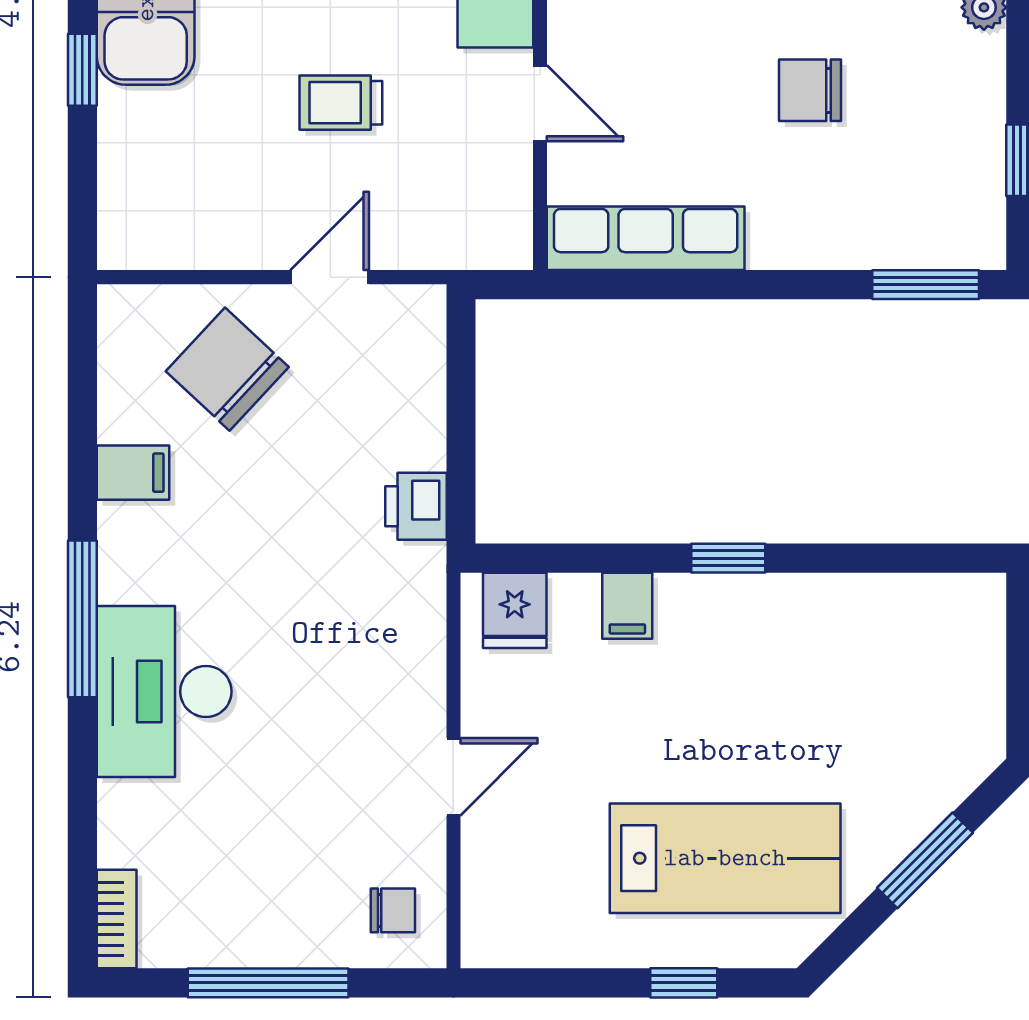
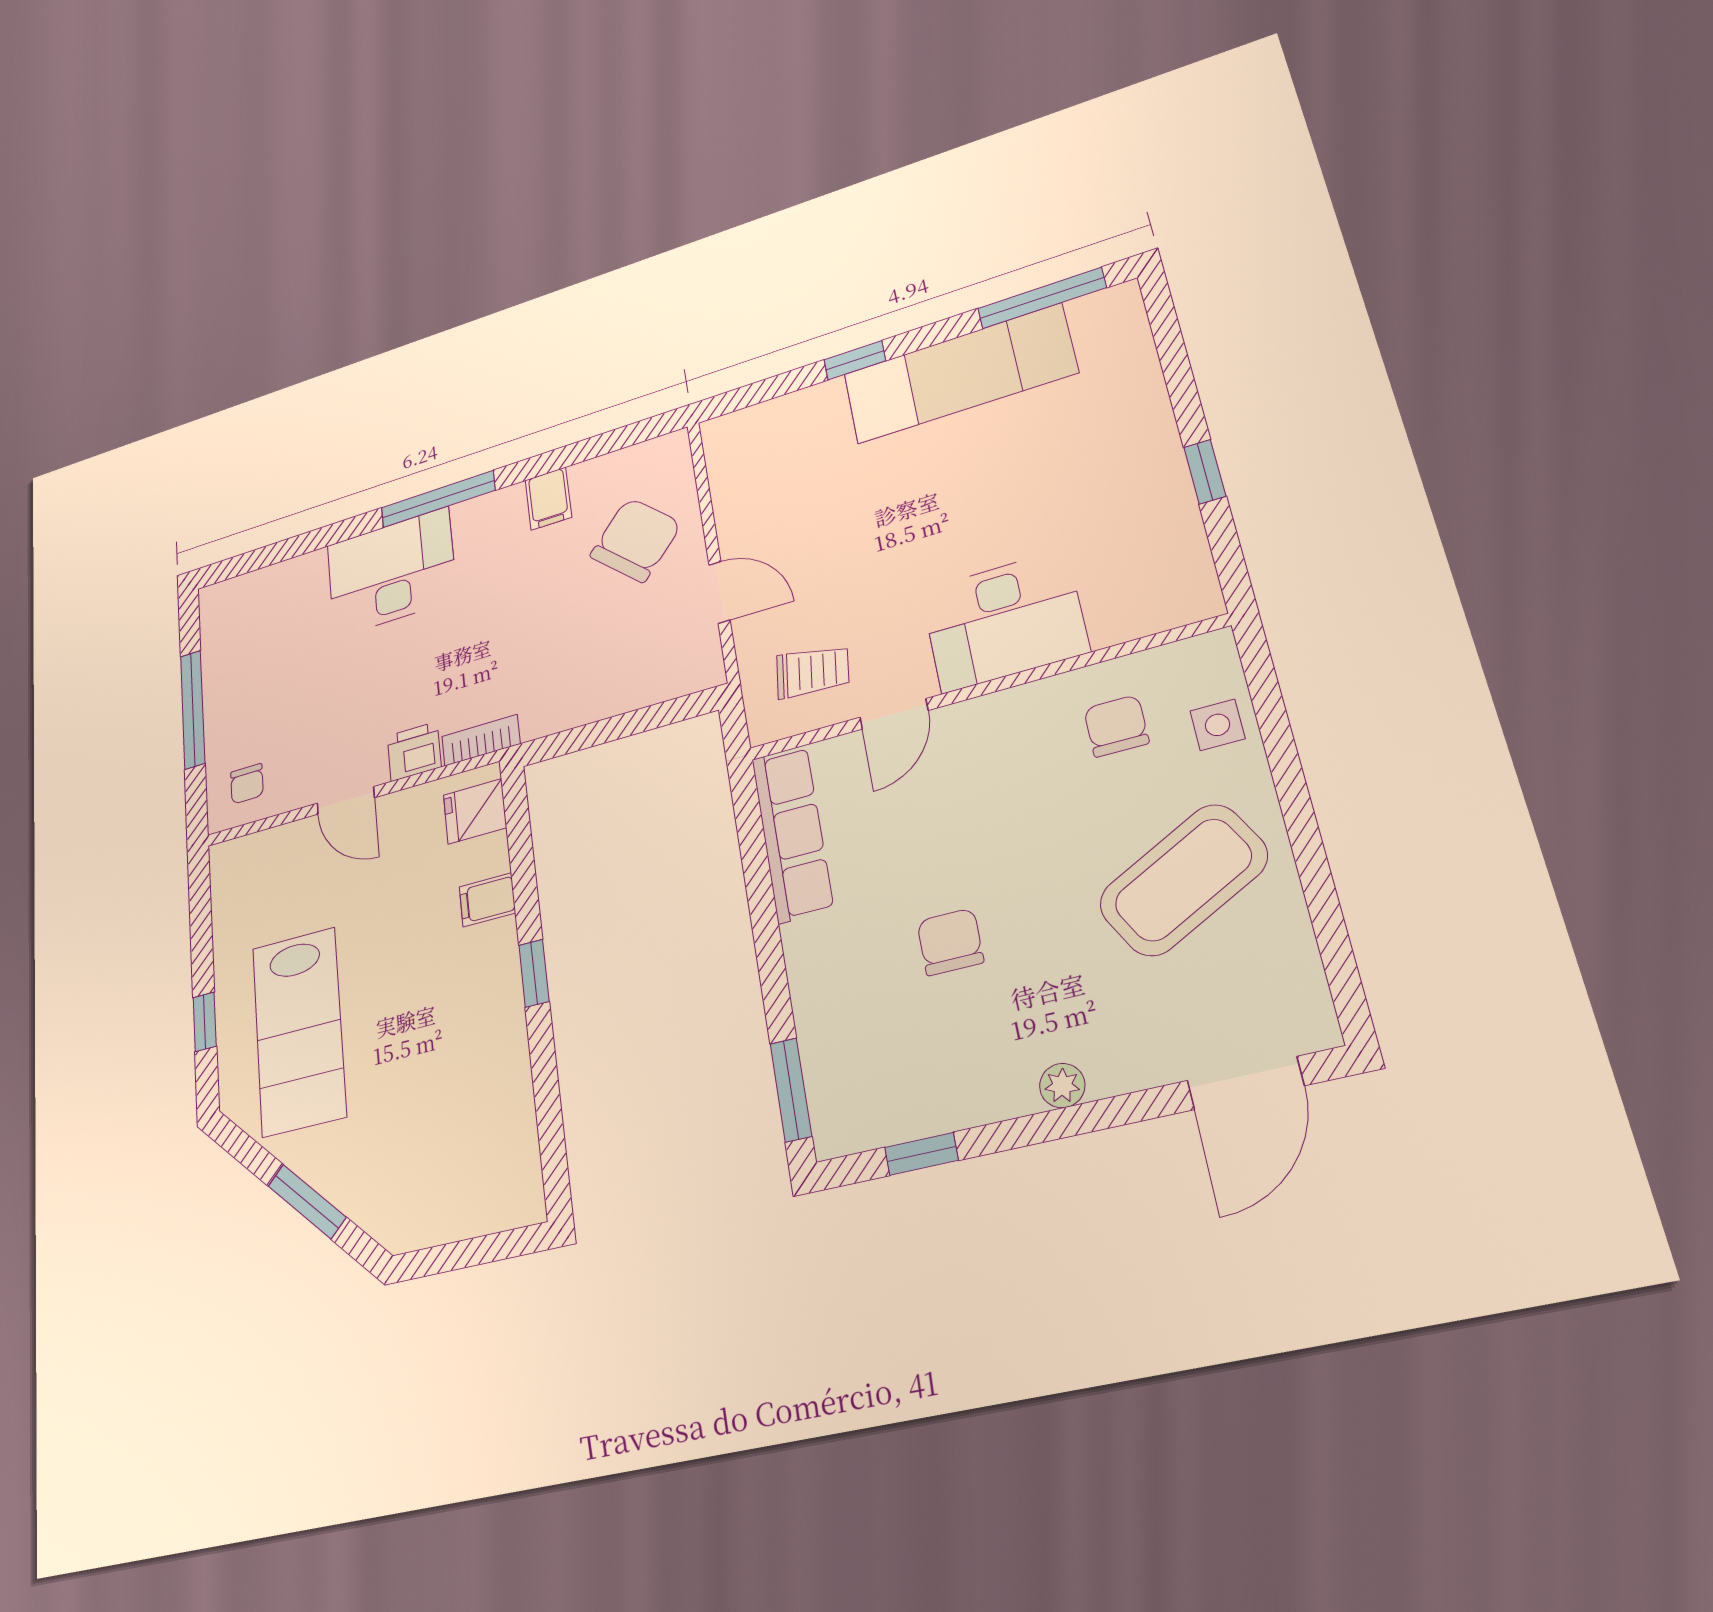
trolley: (341, 103) -> (813, 672), moved, turned 97
printer: (416, 506) -> (414, 751), moved
bookcase: (117, 919) -> (481, 740), moved, turned 180

